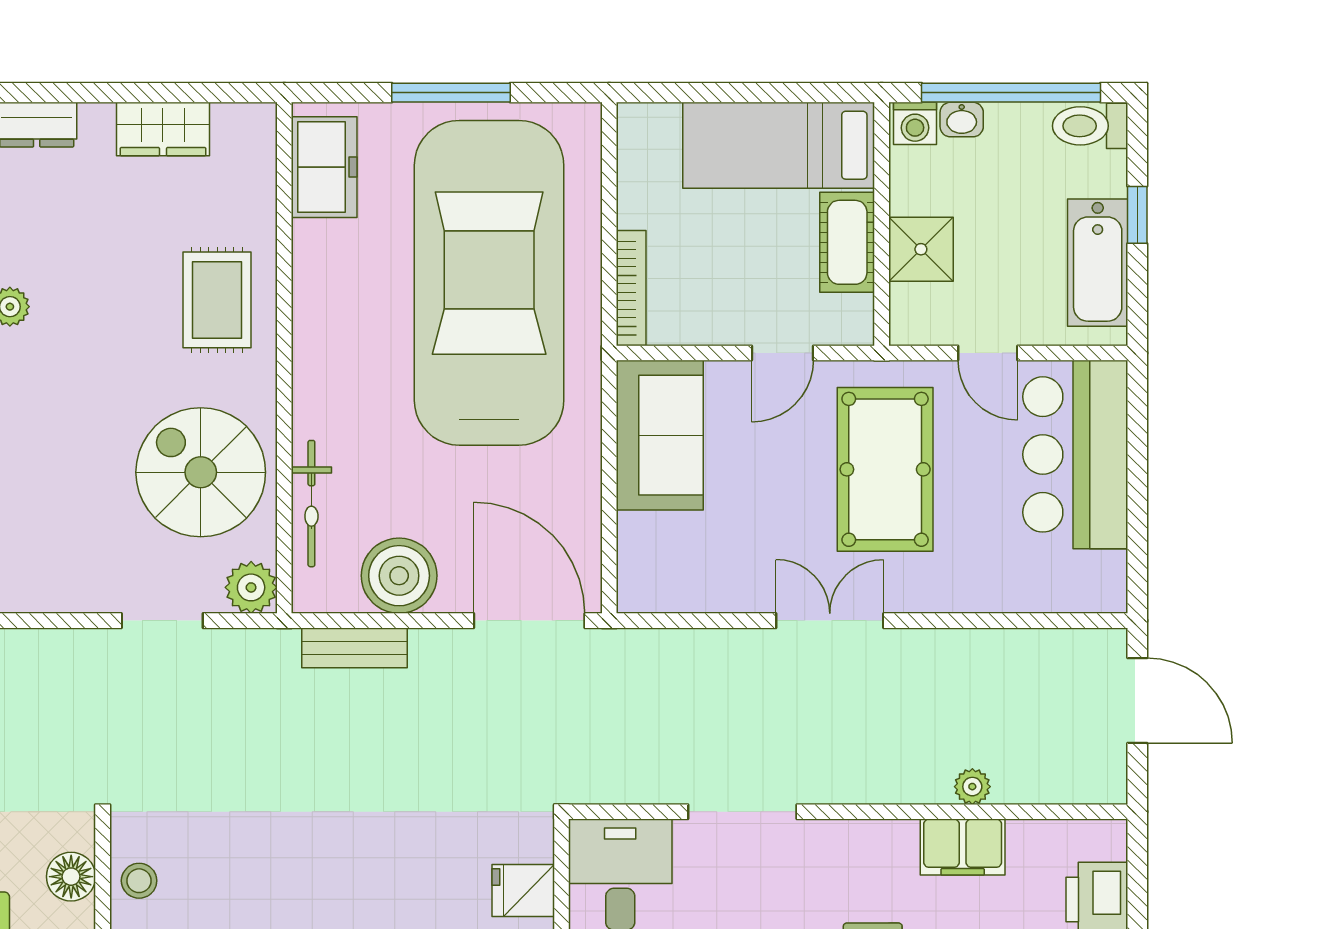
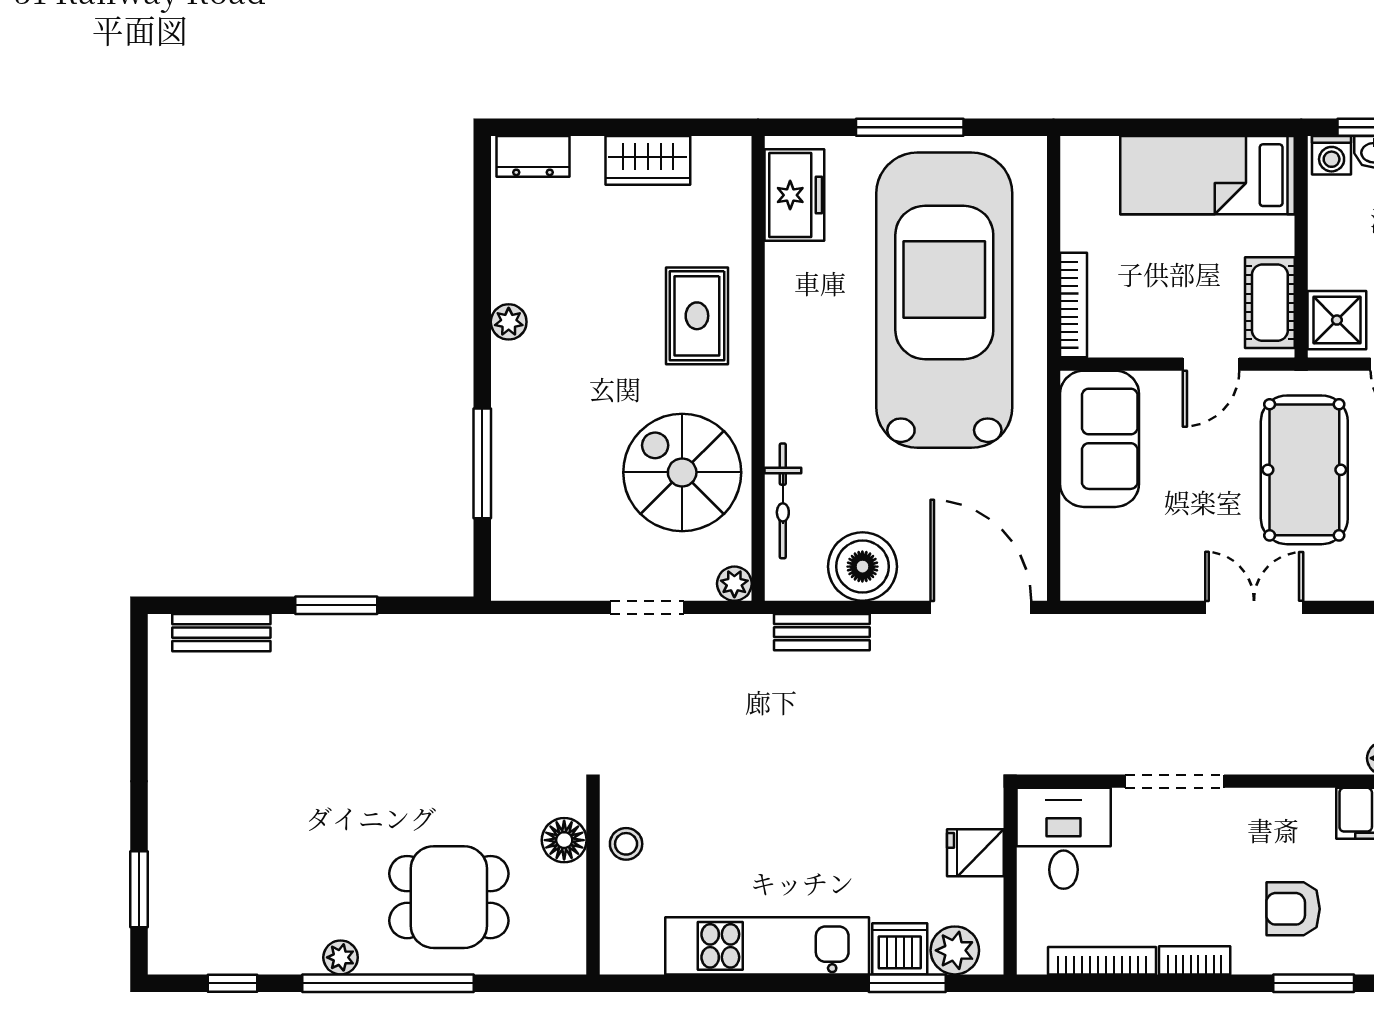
cot: (847, 242) -> (1270, 303), moved
shower: (921, 249) -> (1337, 320), moved
plant: (251, 587) -> (734, 584), width x0.73, depth x0.73

